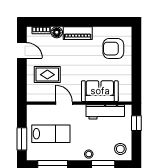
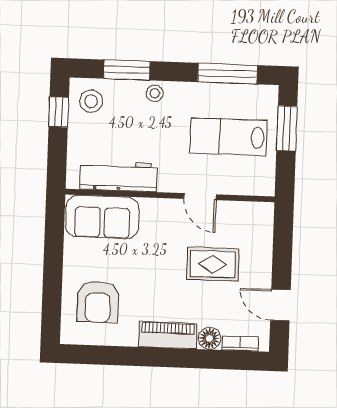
armchair: (113, 49) -> (98, 302), turned 90
rug: (47, 75) -> (213, 264), moved
sofa: (100, 91) -> (102, 217), moved
window: (136, 123) -> (59, 112), moved

